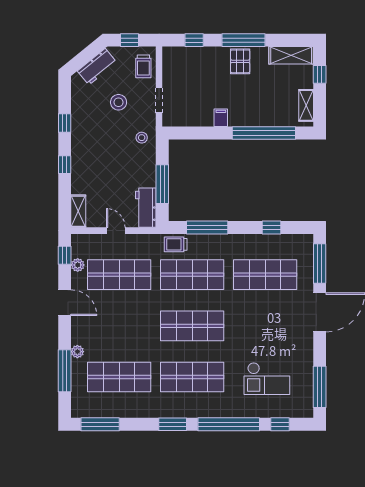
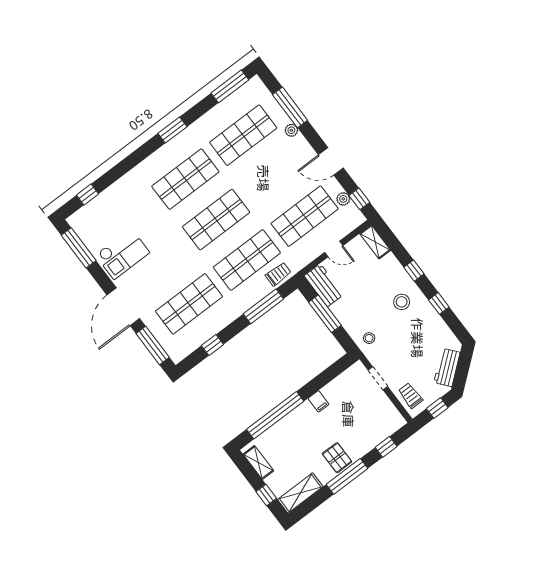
stool: (119, 102) -> (402, 302), moved
checkout: (267, 379) -> (123, 254), moved, turned 180
window: (229, 424) -> (128, 164), removed

